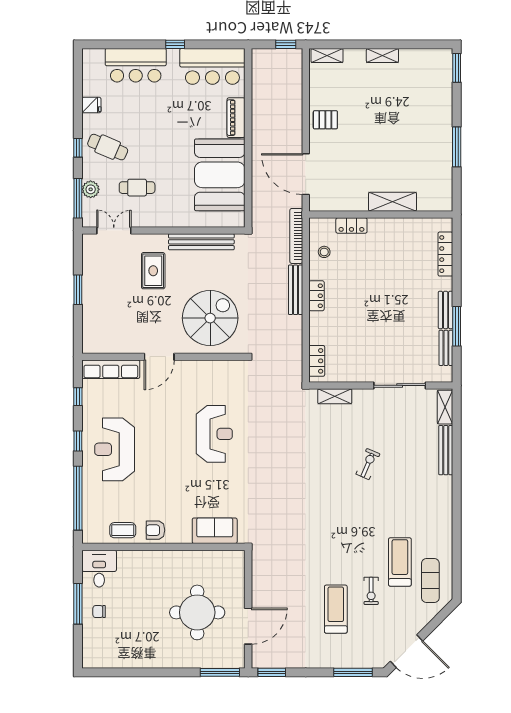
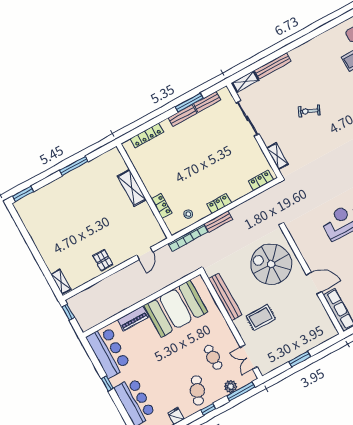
shelving: (382, 55) -> (41, 246), removed
door: (306, 174) -> (145, 254), width x0.53
bench: (296, 290) -> (218, 222), width x0.73

